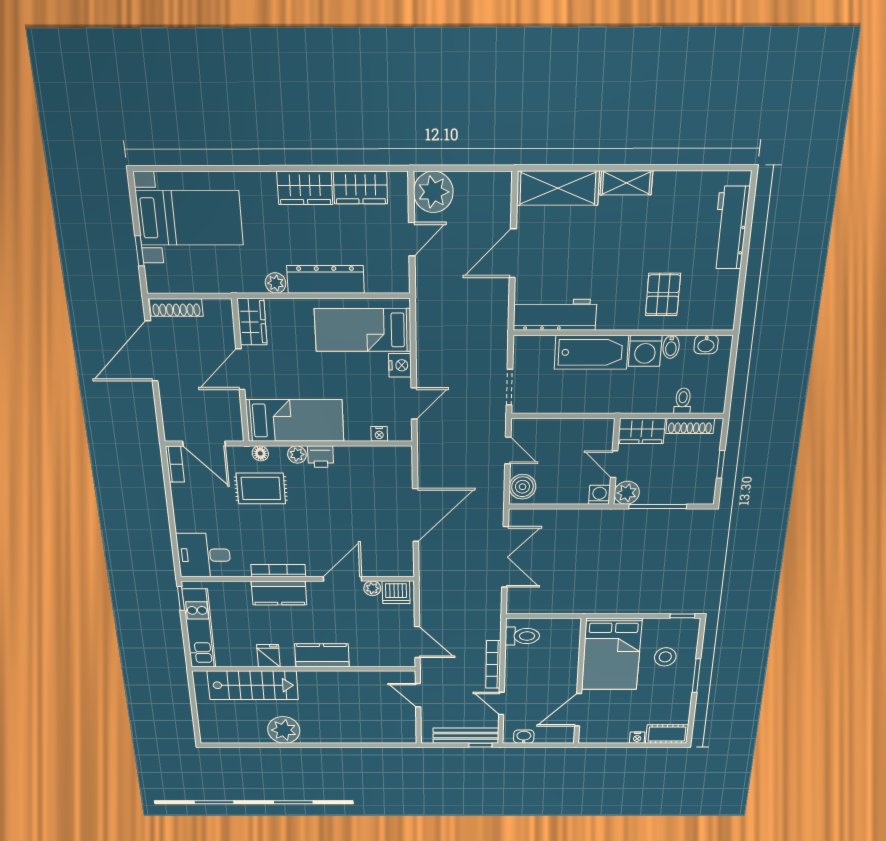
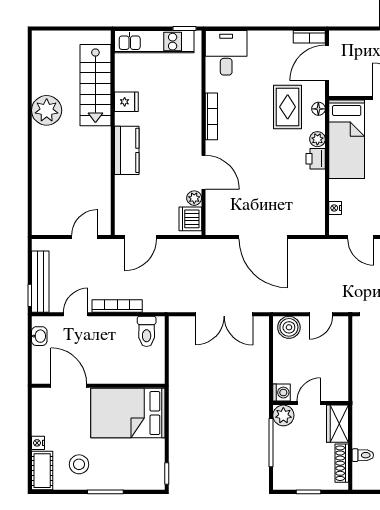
kitchen counter: (279, 593) -> (190, 116), removed
stool: (665, 657) -> (79, 464), moved

